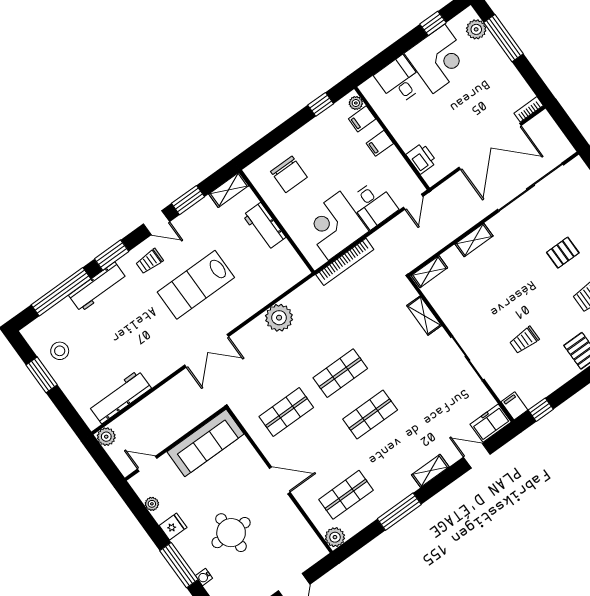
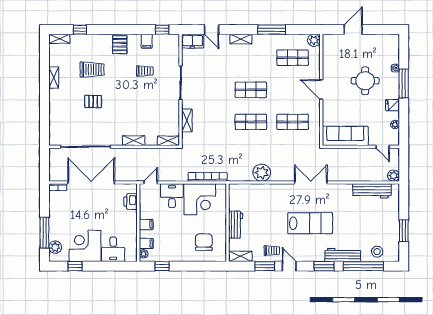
trolley: (149, 261) -> (272, 251), moved
lab bench: (196, 285) -> (310, 223), moved
stool: (60, 351) -> (377, 252), moved
filing cabinet: (514, 406) -> (147, 41), moved

